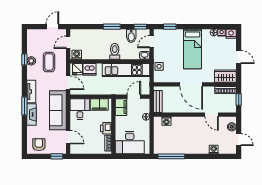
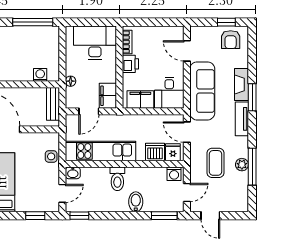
door: (52, 27) -> (210, 216), hinge flipped
window: (112, 27) -> (164, 216), moved
bidet: (131, 36) -> (136, 202), moved
window: (24, 60) -> (252, 167), width x2.17
window: (57, 156) -> (226, 22), moved

